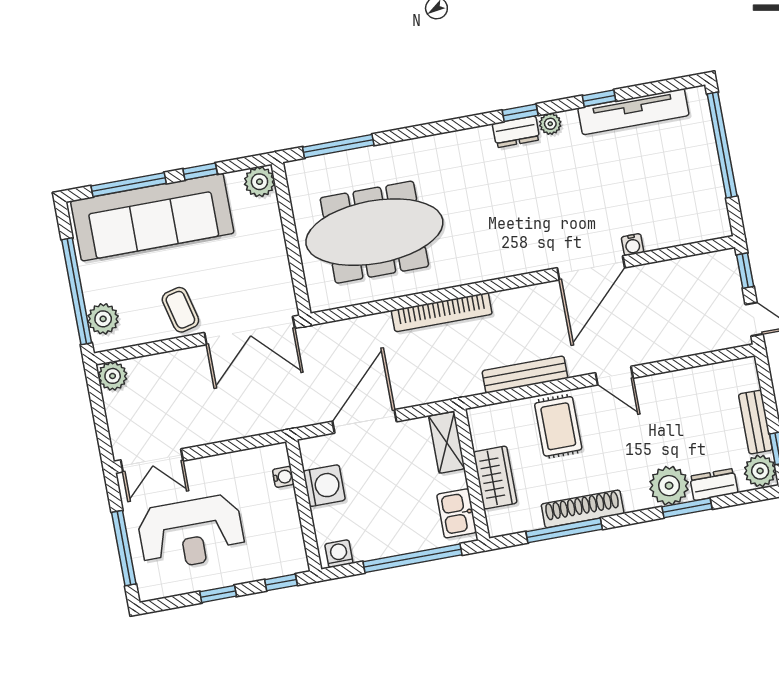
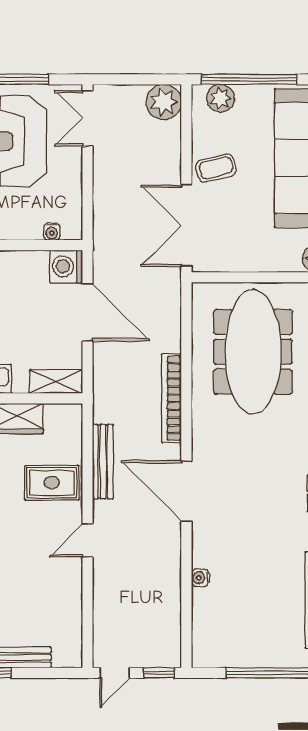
door: (591, 268) -> (186, 491), moved
plant: (113, 376) -> (164, 102), width x1.36, depth x1.36
washing machine: (324, 486) -> (66, 266), moved, turned 90

